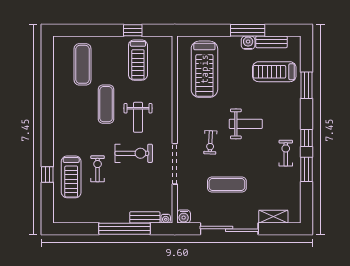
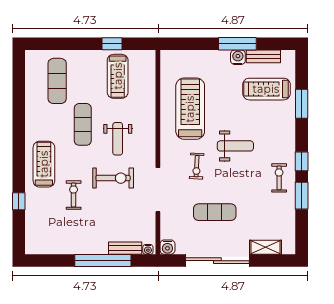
treadmill: (204, 69) -> (190, 109), moved, turned 180
treadmill: (71, 177) -> (44, 164), moved, turned 180

